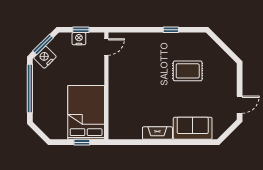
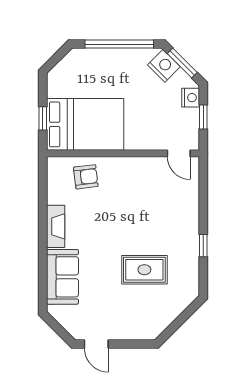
nightstand: (79, 39) -> (191, 98), moved
rug: (188, 71) -> (144, 270), turned 90
armchair: (123, 112) -> (86, 177), added

